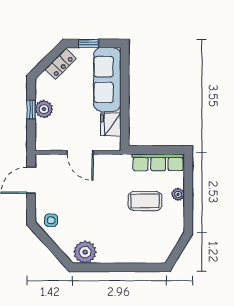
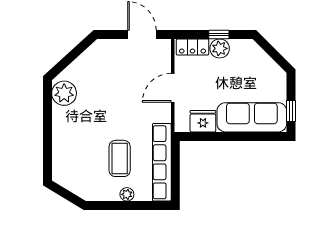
window: (89, 43) -> (291, 111), moved
locker: (61, 64) -> (192, 47), moved, turned -45
row of seats: (158, 162) -> (162, 162), width x1.36
side table: (51, 220) -> (99, 56), removed

